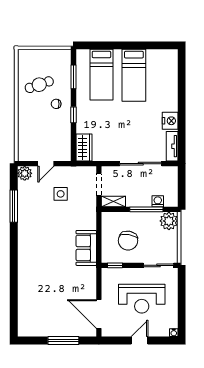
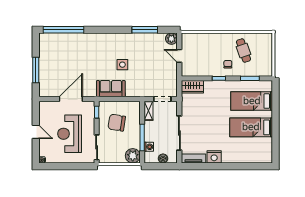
boiler: (172, 184) -> (163, 158), added
side table: (61, 194) -> (122, 65), moved
window: (14, 306) -> (63, 30), added
door: (99, 314) -> (71, 99), moved

